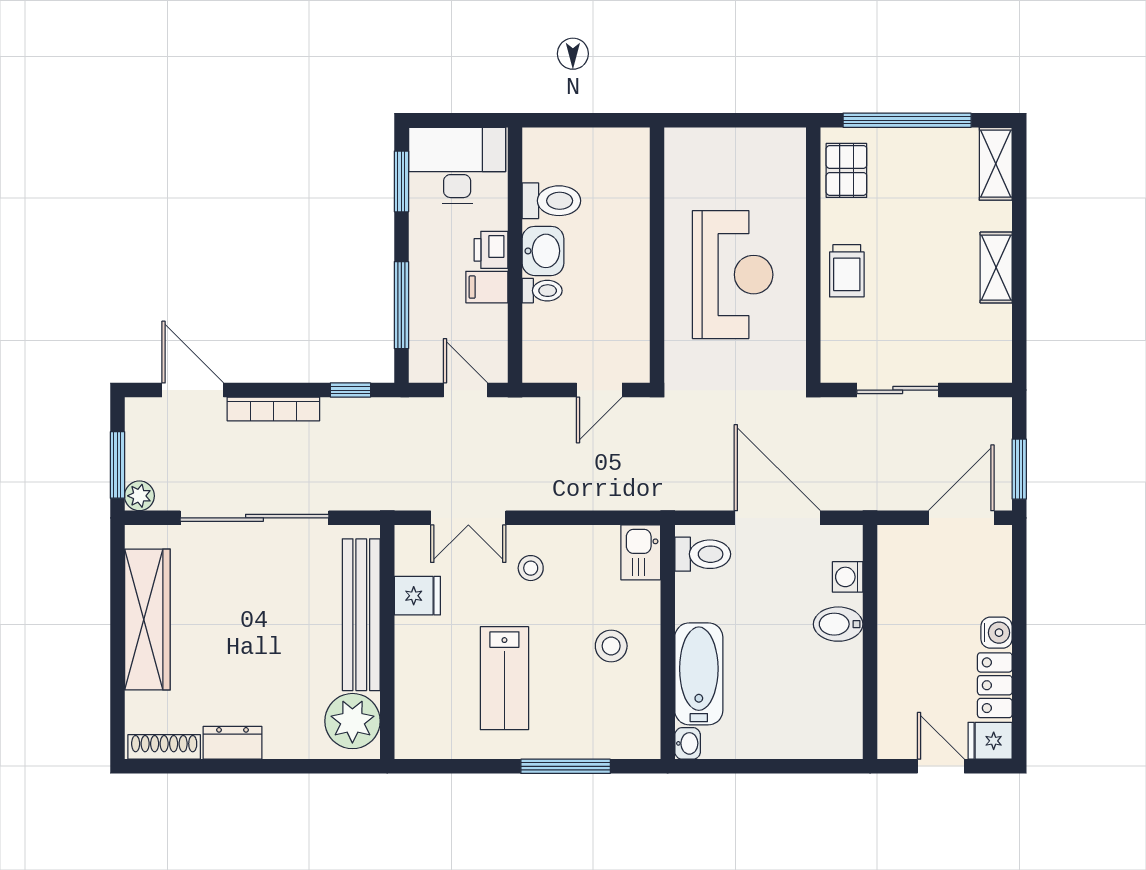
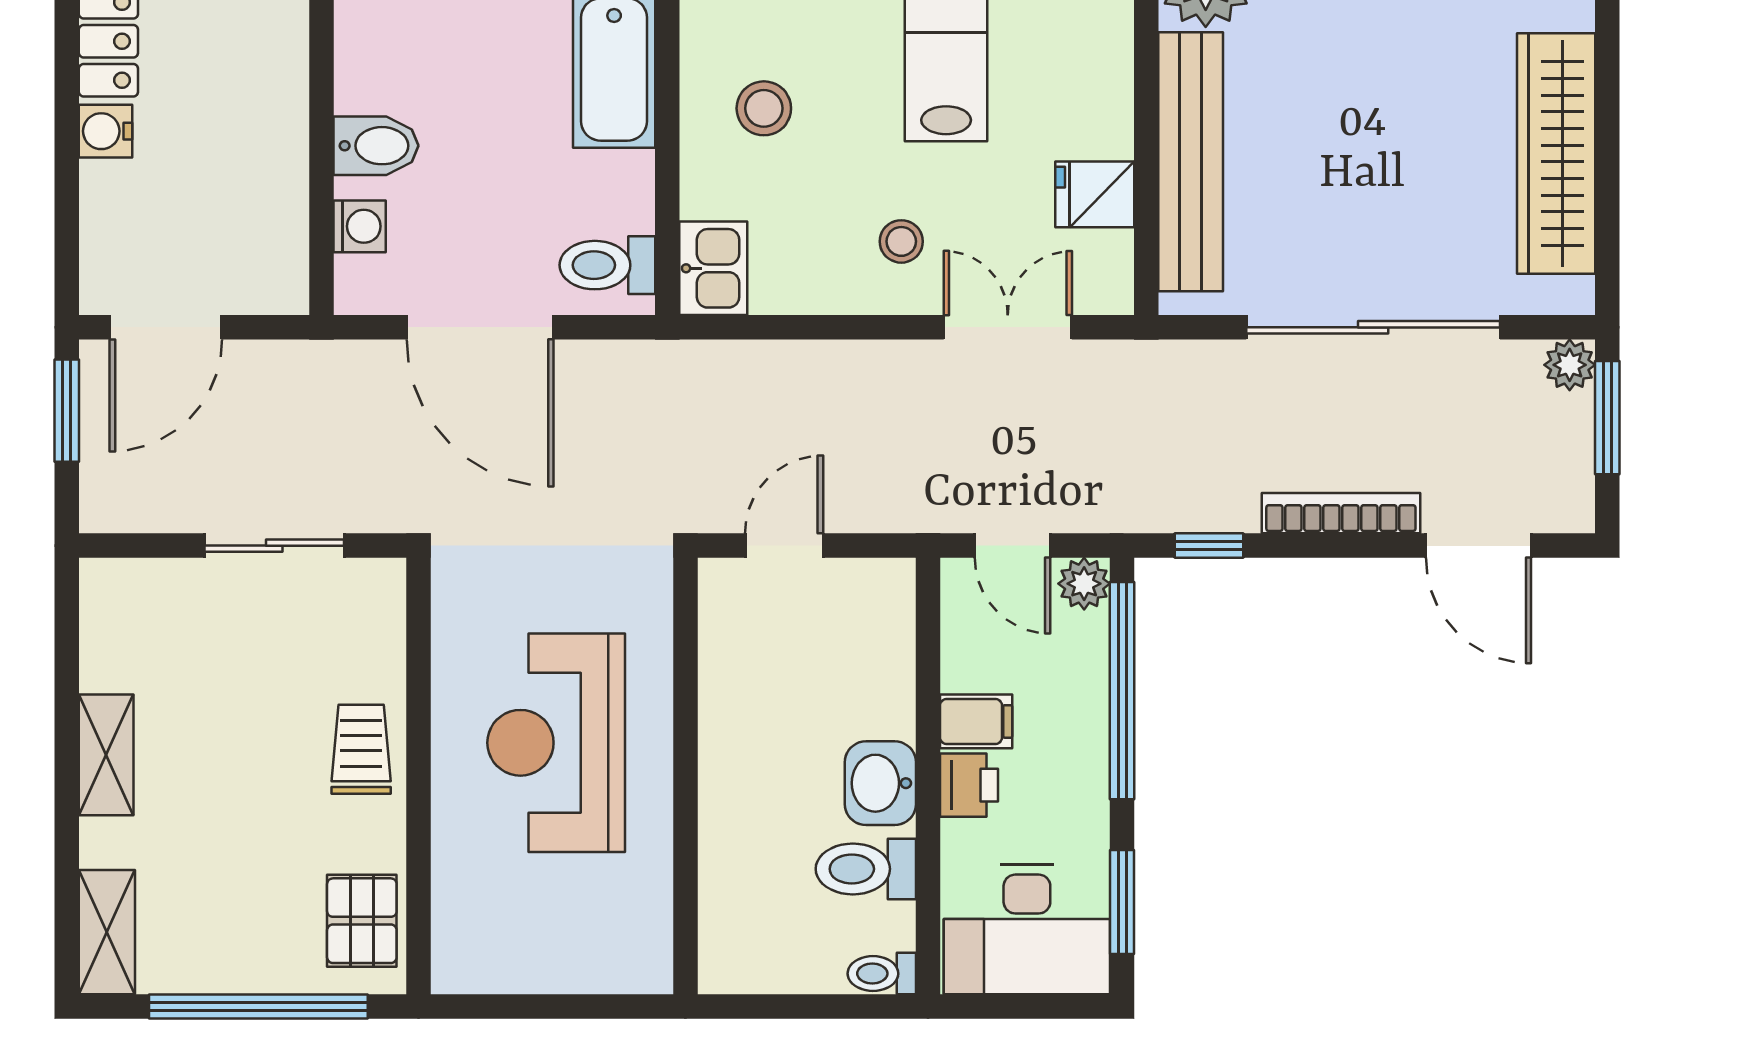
toilet: (542, 291) -> (882, 974), moved
window: (401, 305) -> (1122, 691), width x1.46
plant: (424, 368) -> (1084, 584), added

